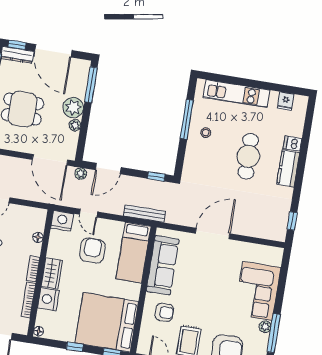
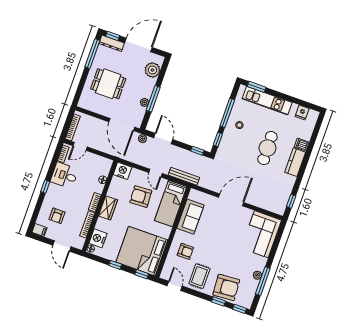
door: (53, 51) -> (138, 45), swing flipped
window: (219, 78) -> (257, 87), added
window: (91, 85) -> (153, 99), moved
plant: (73, 108) -> (152, 70), moved
window: (181, 157) -> (218, 139), added
door: (108, 169) -> (163, 139), swing flipped
door: (89, 213) -> (155, 173), moved
armchair: (92, 250) -> (141, 197), turned -93
sofa: (163, 265) -> (190, 217), width x0.73
corner sofa: (257, 291) -> (261, 234), moved
nightstand: (48, 299) -> (98, 238), moved

